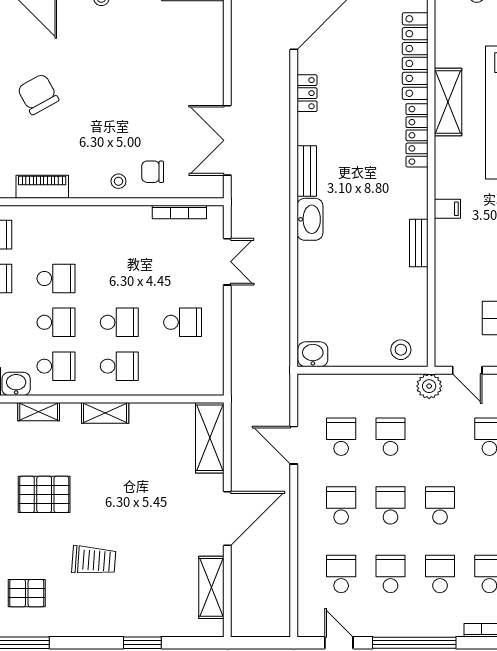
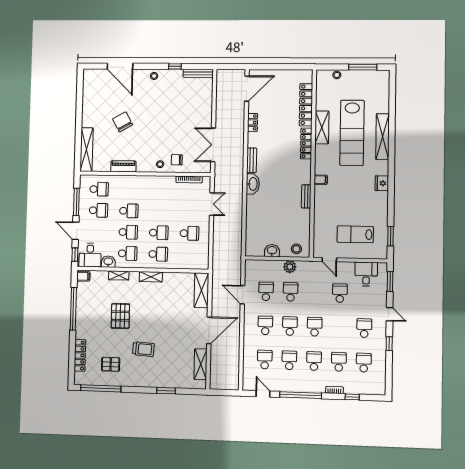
washbasin: (313, 354) -> (272, 251), moved
plant: (429, 386) -> (290, 267), moved
pallet: (44, 494) -> (120, 316), turned 90

